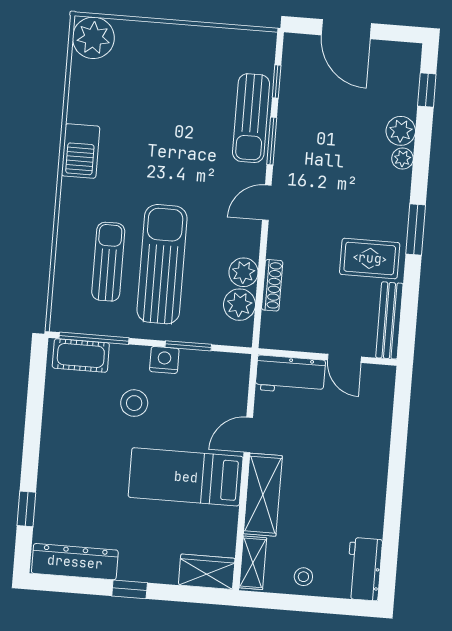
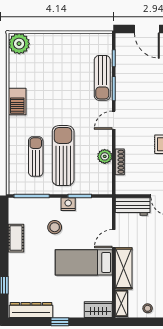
plant: (239, 305) -> (104, 173), removed
cot: (81, 355) -> (16, 238), moved, turned 90

